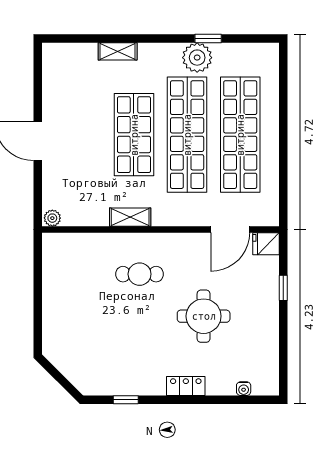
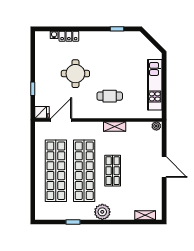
shelving: (118, 51) -> (145, 215), moved
plant: (197, 58) -> (102, 212), moved
shop shelf: (134, 135) -> (113, 171), width x0.70, depth x0.74
kitchen unit: (55, 295) -> (155, 85), added
locker: (186, 386) -> (69, 36), moved

